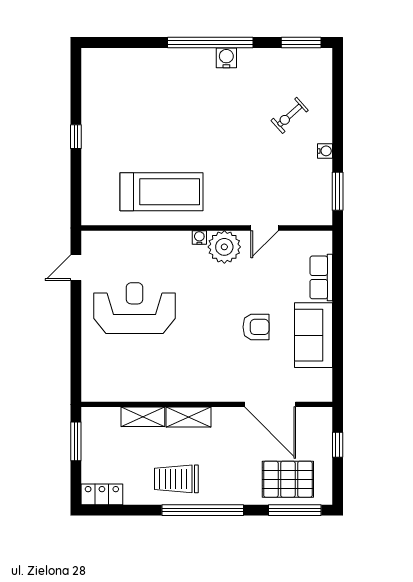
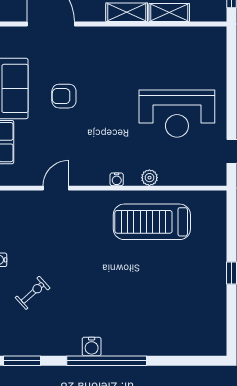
plant: (224, 247) -> (149, 178), moved, width x0.53, depth x0.53

